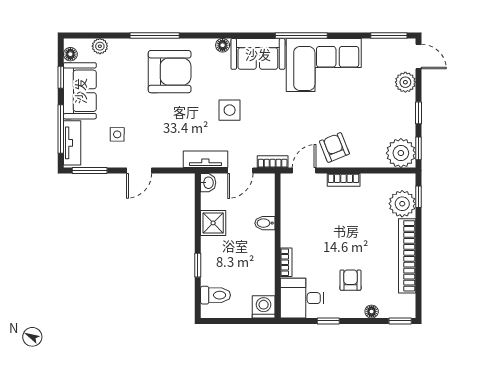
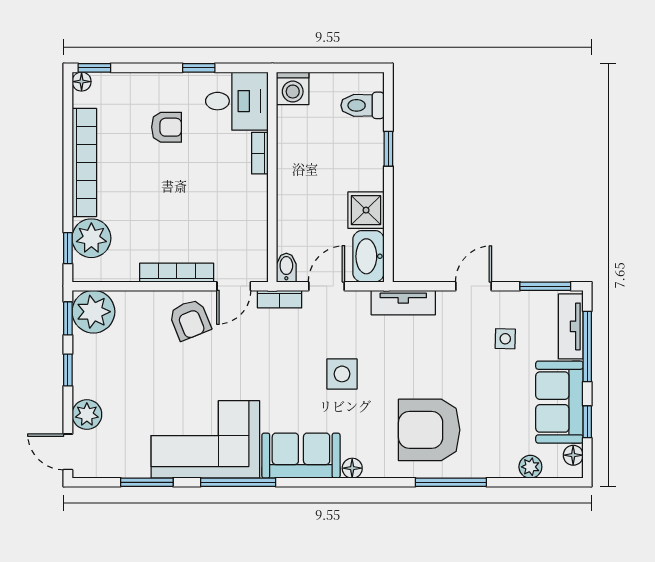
window: (389, 35) -> (147, 482), moved
tv unit: (205, 159) -> (403, 303), moved
bookcase: (344, 180) -> (177, 273), width x1.56
washbasin: (208, 183) -> (369, 256), width x1.91, depth x1.45
bidet: (265, 223) -> (286, 268), moved, turned -90
armchair: (350, 280) -> (167, 127), turned -90
floor lamp: (372, 312) -> (82, 82), moved

